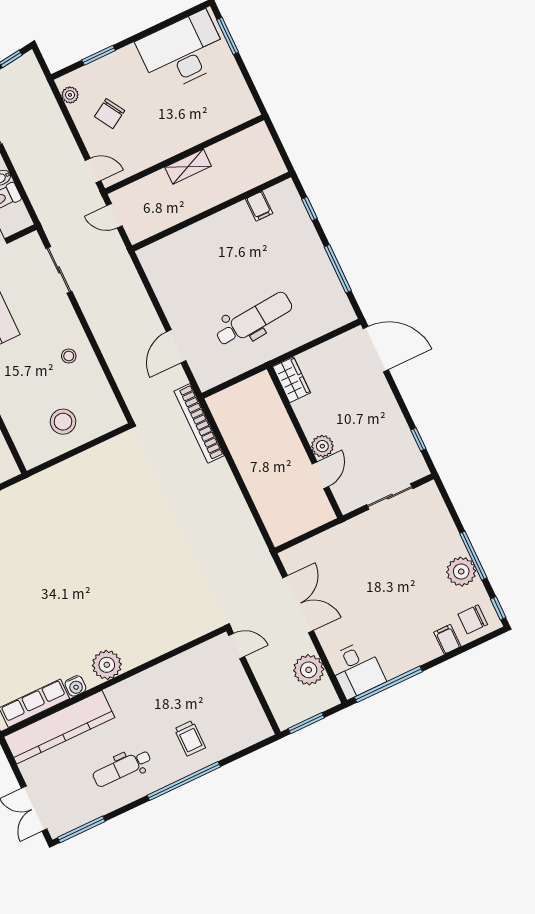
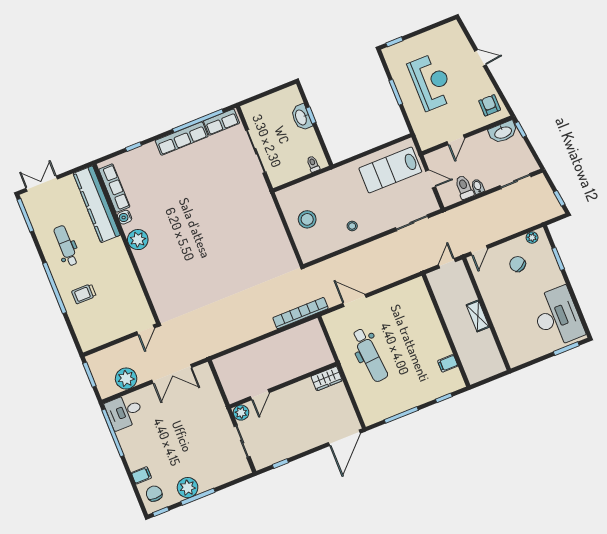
plant: (322, 446) -> (241, 413), moved
door: (320, 475) -> (260, 395), hinge flipped

